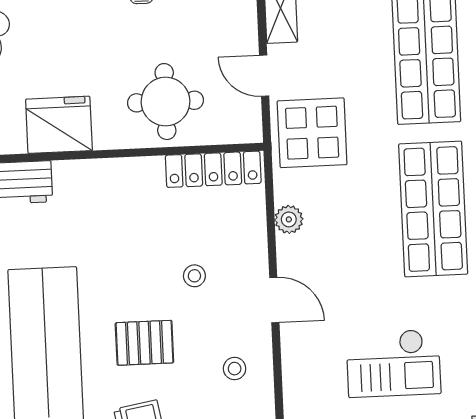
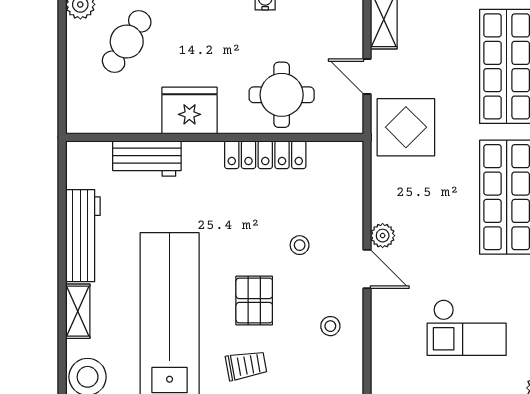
locker: (213, 169) -> (265, 155), moved
plant: (289, 219) -> (383, 236), moved
pallet: (144, 343) -> (254, 301), turned 90

